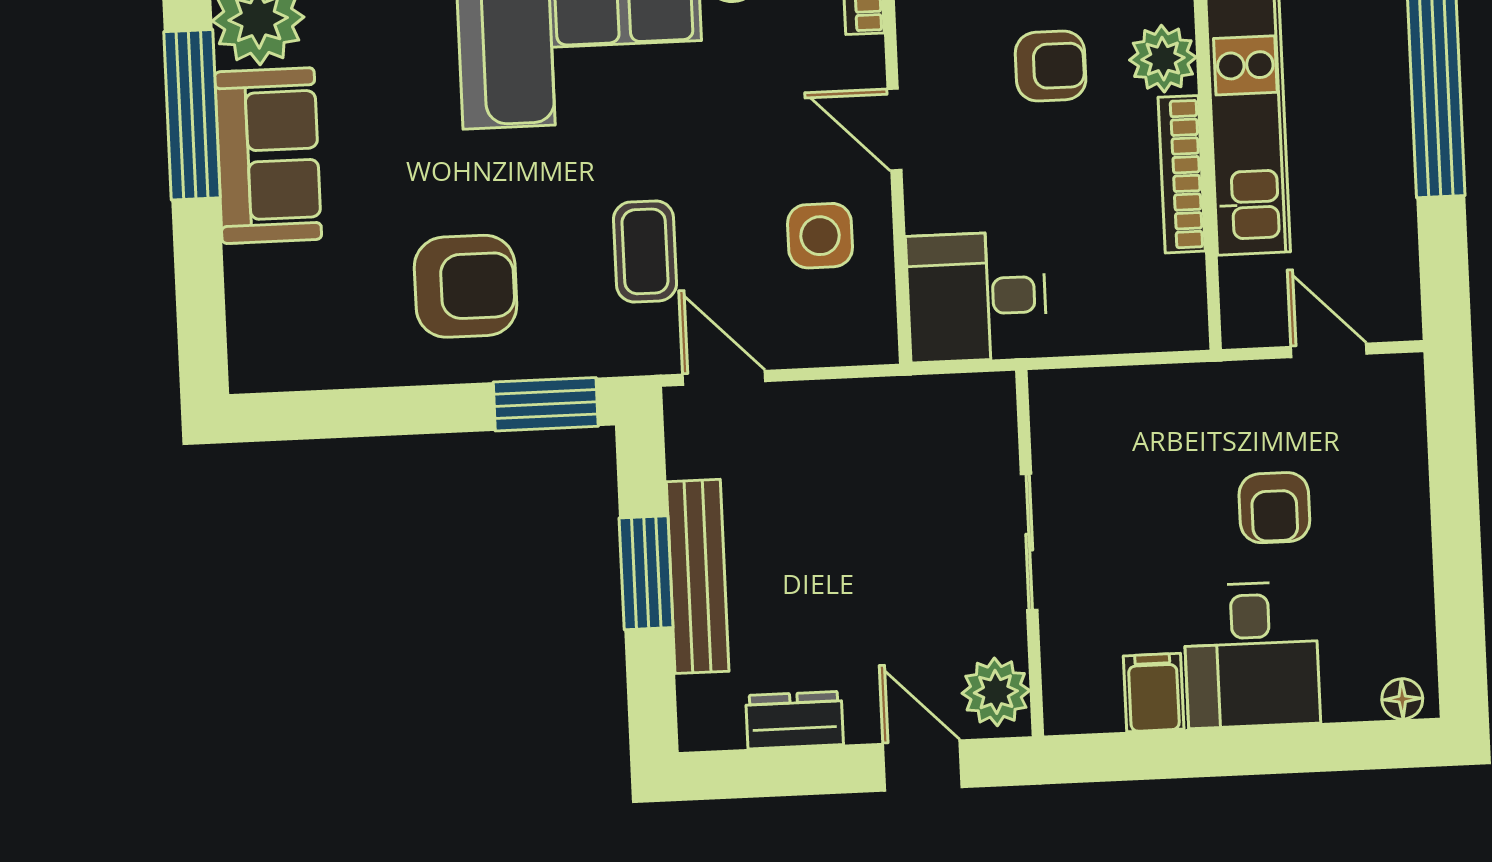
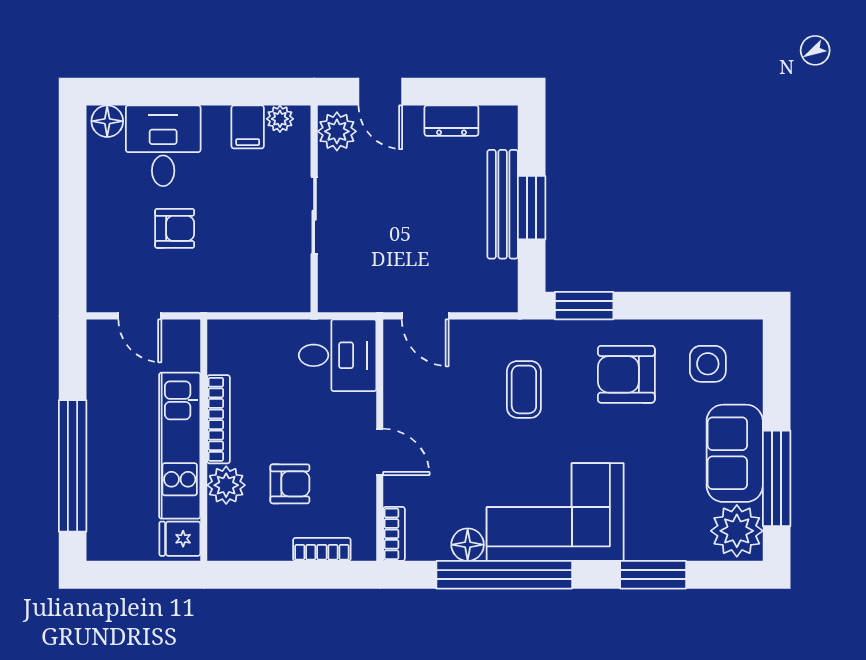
armchair: (1051, 66) -> (290, 484), turned 180
side table: (820, 236) -> (708, 364), moved
door: (724, 378) -> (425, 316), moved
armchair: (1274, 508) -> (175, 228), turned 90
desk: (1251, 655) -> (163, 146), moved
floor lamp: (1402, 699) -> (107, 121), width x1.37, depth x1.37
plant: (1097, 710) -> (280, 119), added

